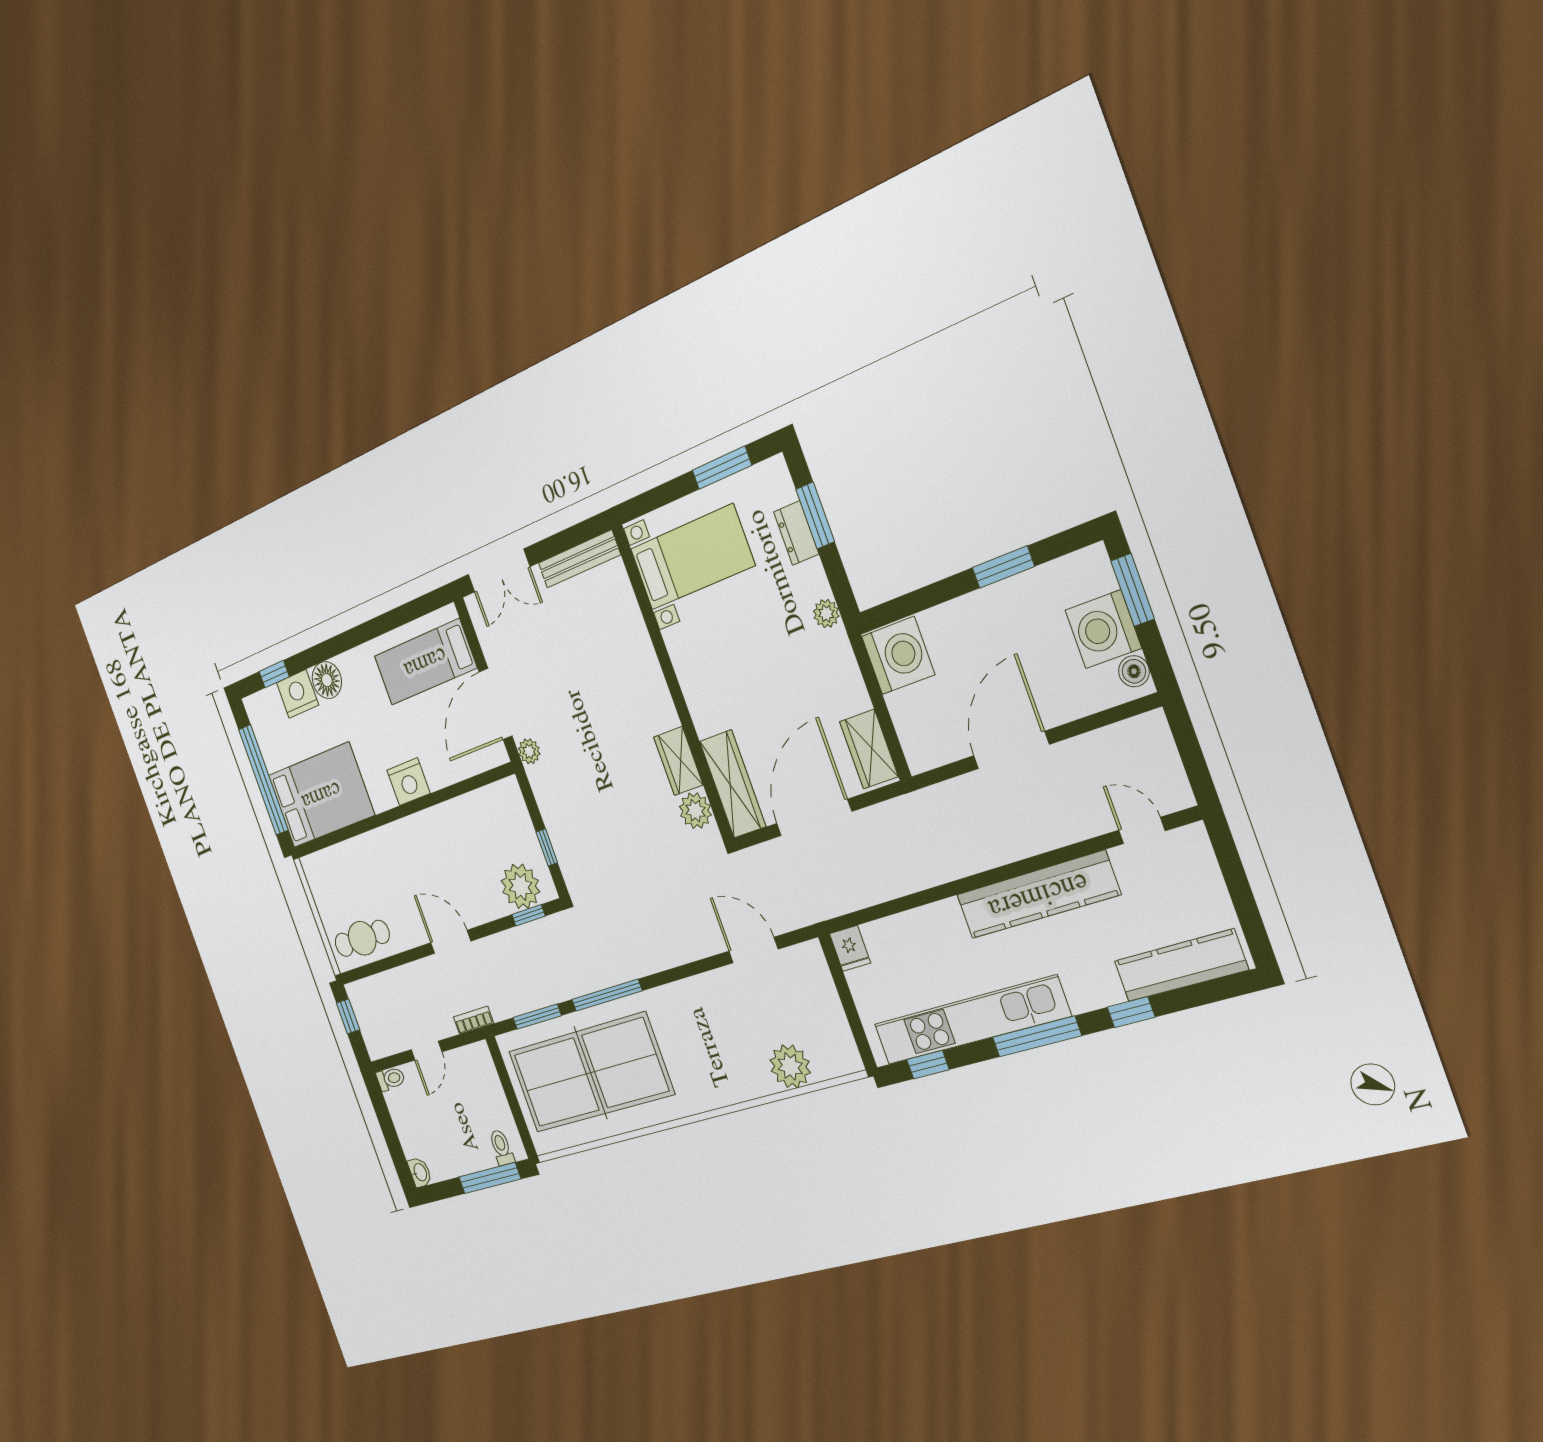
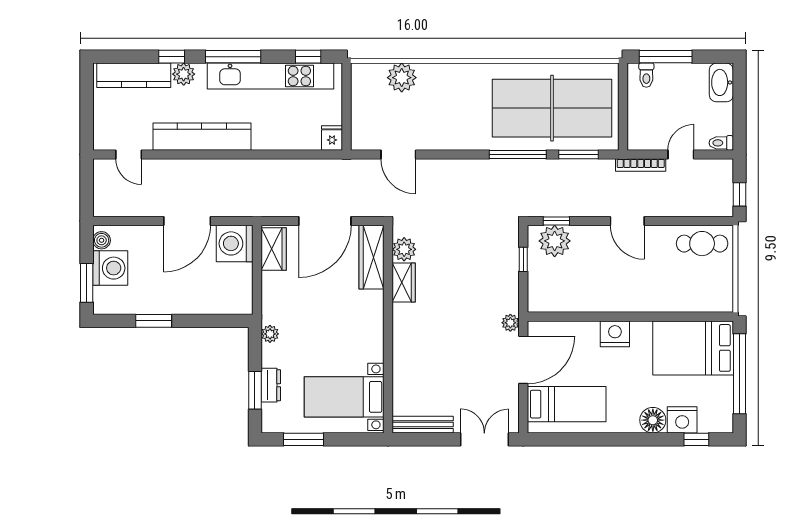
washing machine: (898, 655) -> (235, 243), moved
plant: (1102, 988) -> (184, 74), added
bookcase: (473, 1020) -> (641, 165), width x1.56
washbasin: (420, 1172) -> (721, 82), width x1.91, depth x1.45

